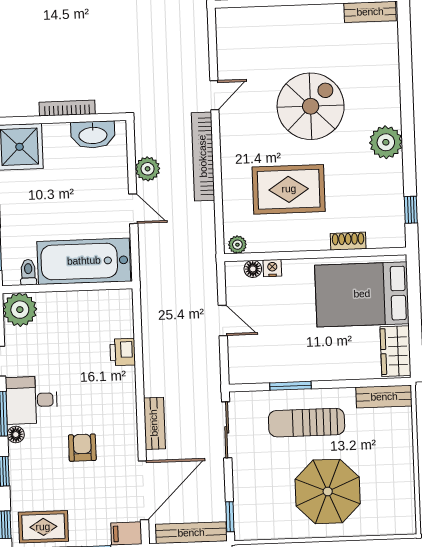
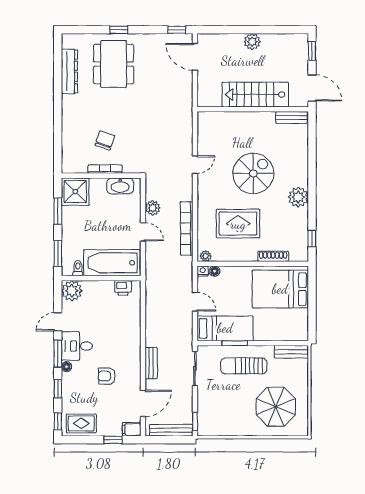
chair: (65, 61) -> (105, 140), added
bookcase: (203, 156) -> (187, 228), moved
shoe rack: (348, 241) -> (273, 256), width x1.43
nightstand: (272, 268) -> (203, 271), moved
wardrobe: (396, 351) -> (299, 324), removed
printer: (123, 352) -> (123, 288), moved, turned -90
bed: (274, 362) -> (225, 328), added
armchair: (82, 448) -> (107, 376), turned -90
door: (143, 490) -> (143, 403), width x0.73
parasol: (328, 491) -> (276, 407), moved

